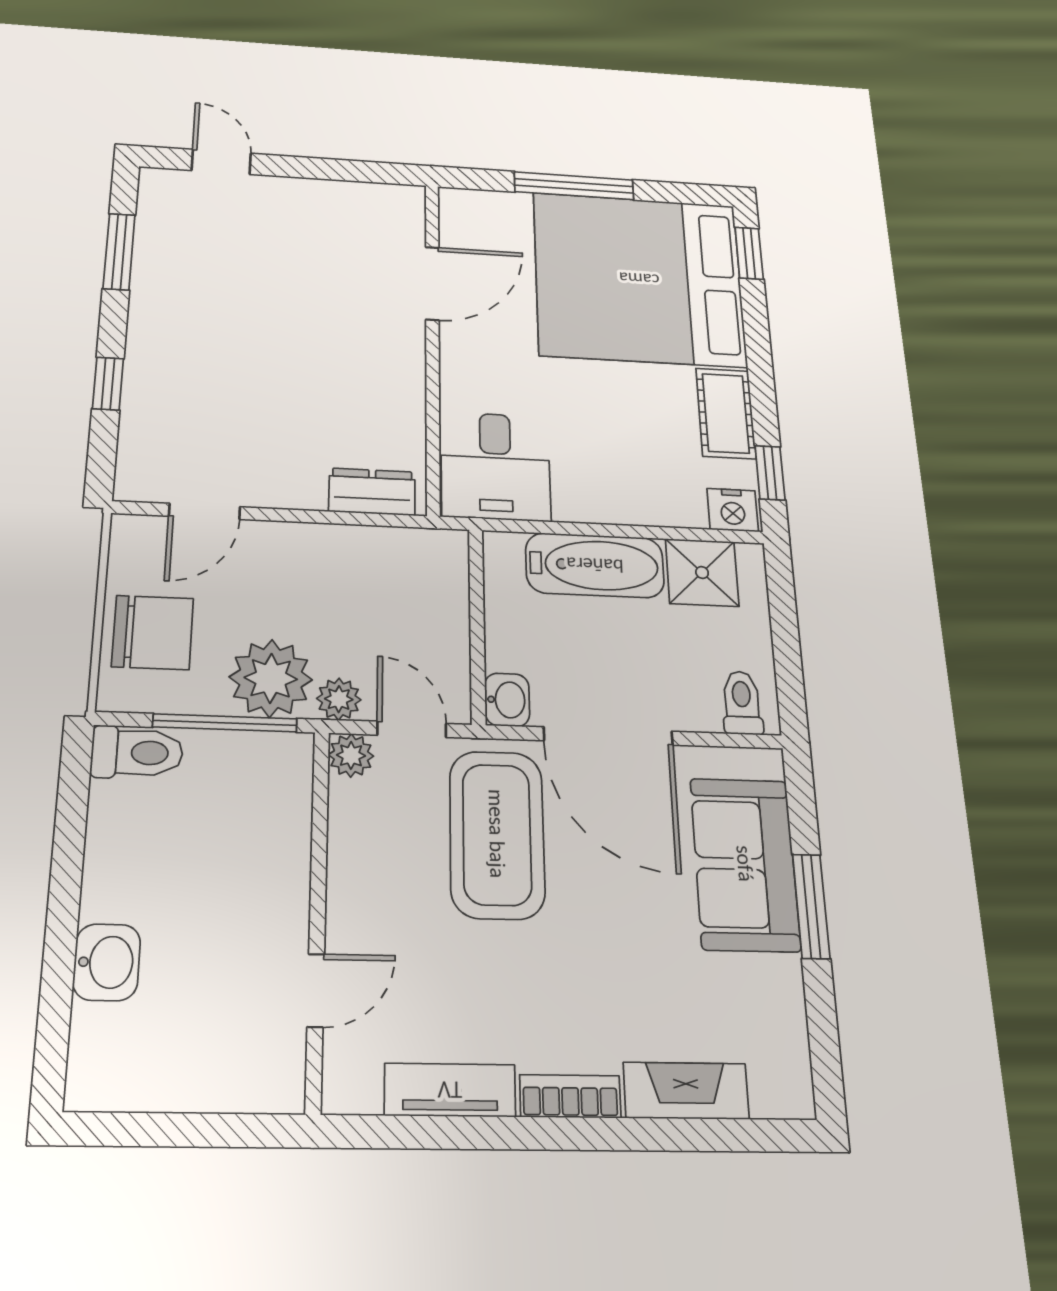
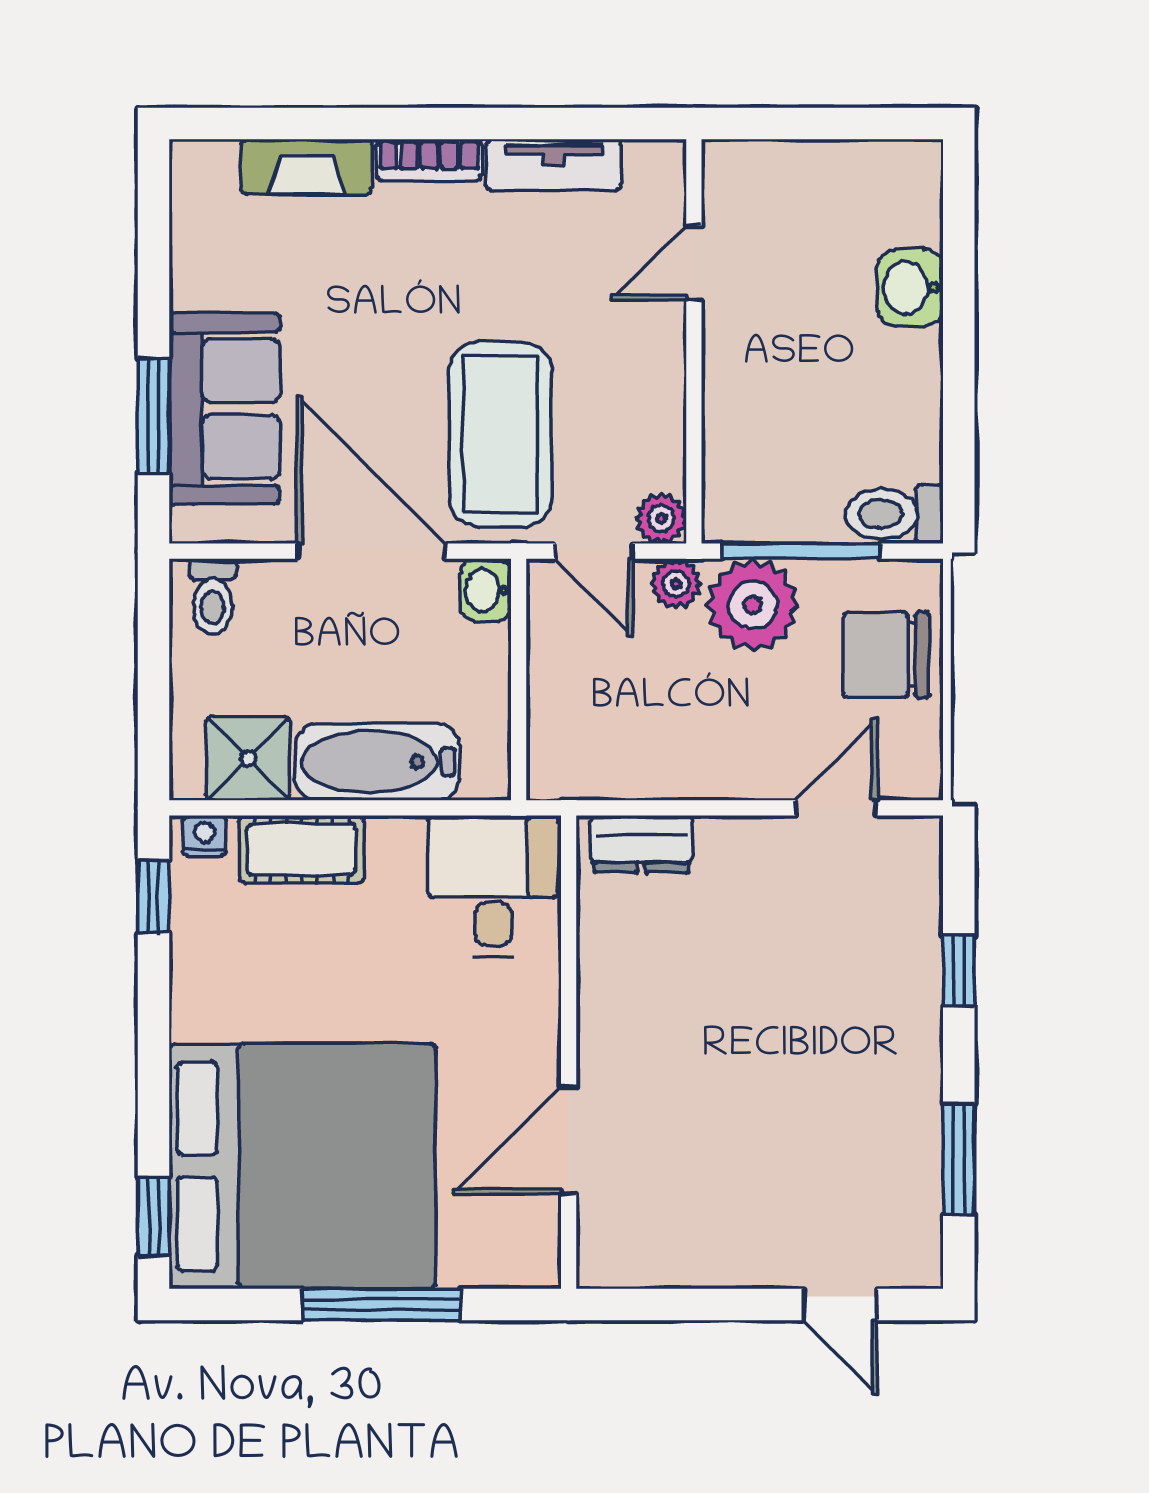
cot: (726, 413) -> (302, 849), moved, turned 90
nightstand: (733, 510) -> (204, 836), width x0.72, depth x0.74
window: (811, 906) -> (154, 416), moved

